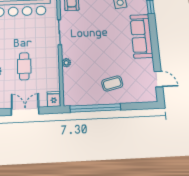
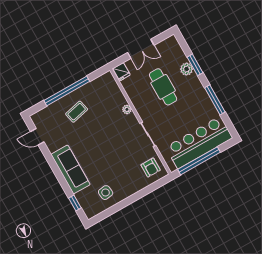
cafe table: (24, 66) -> (163, 87), width x1.37, depth x1.35
window: (95, 108) -> (67, 91), moved

